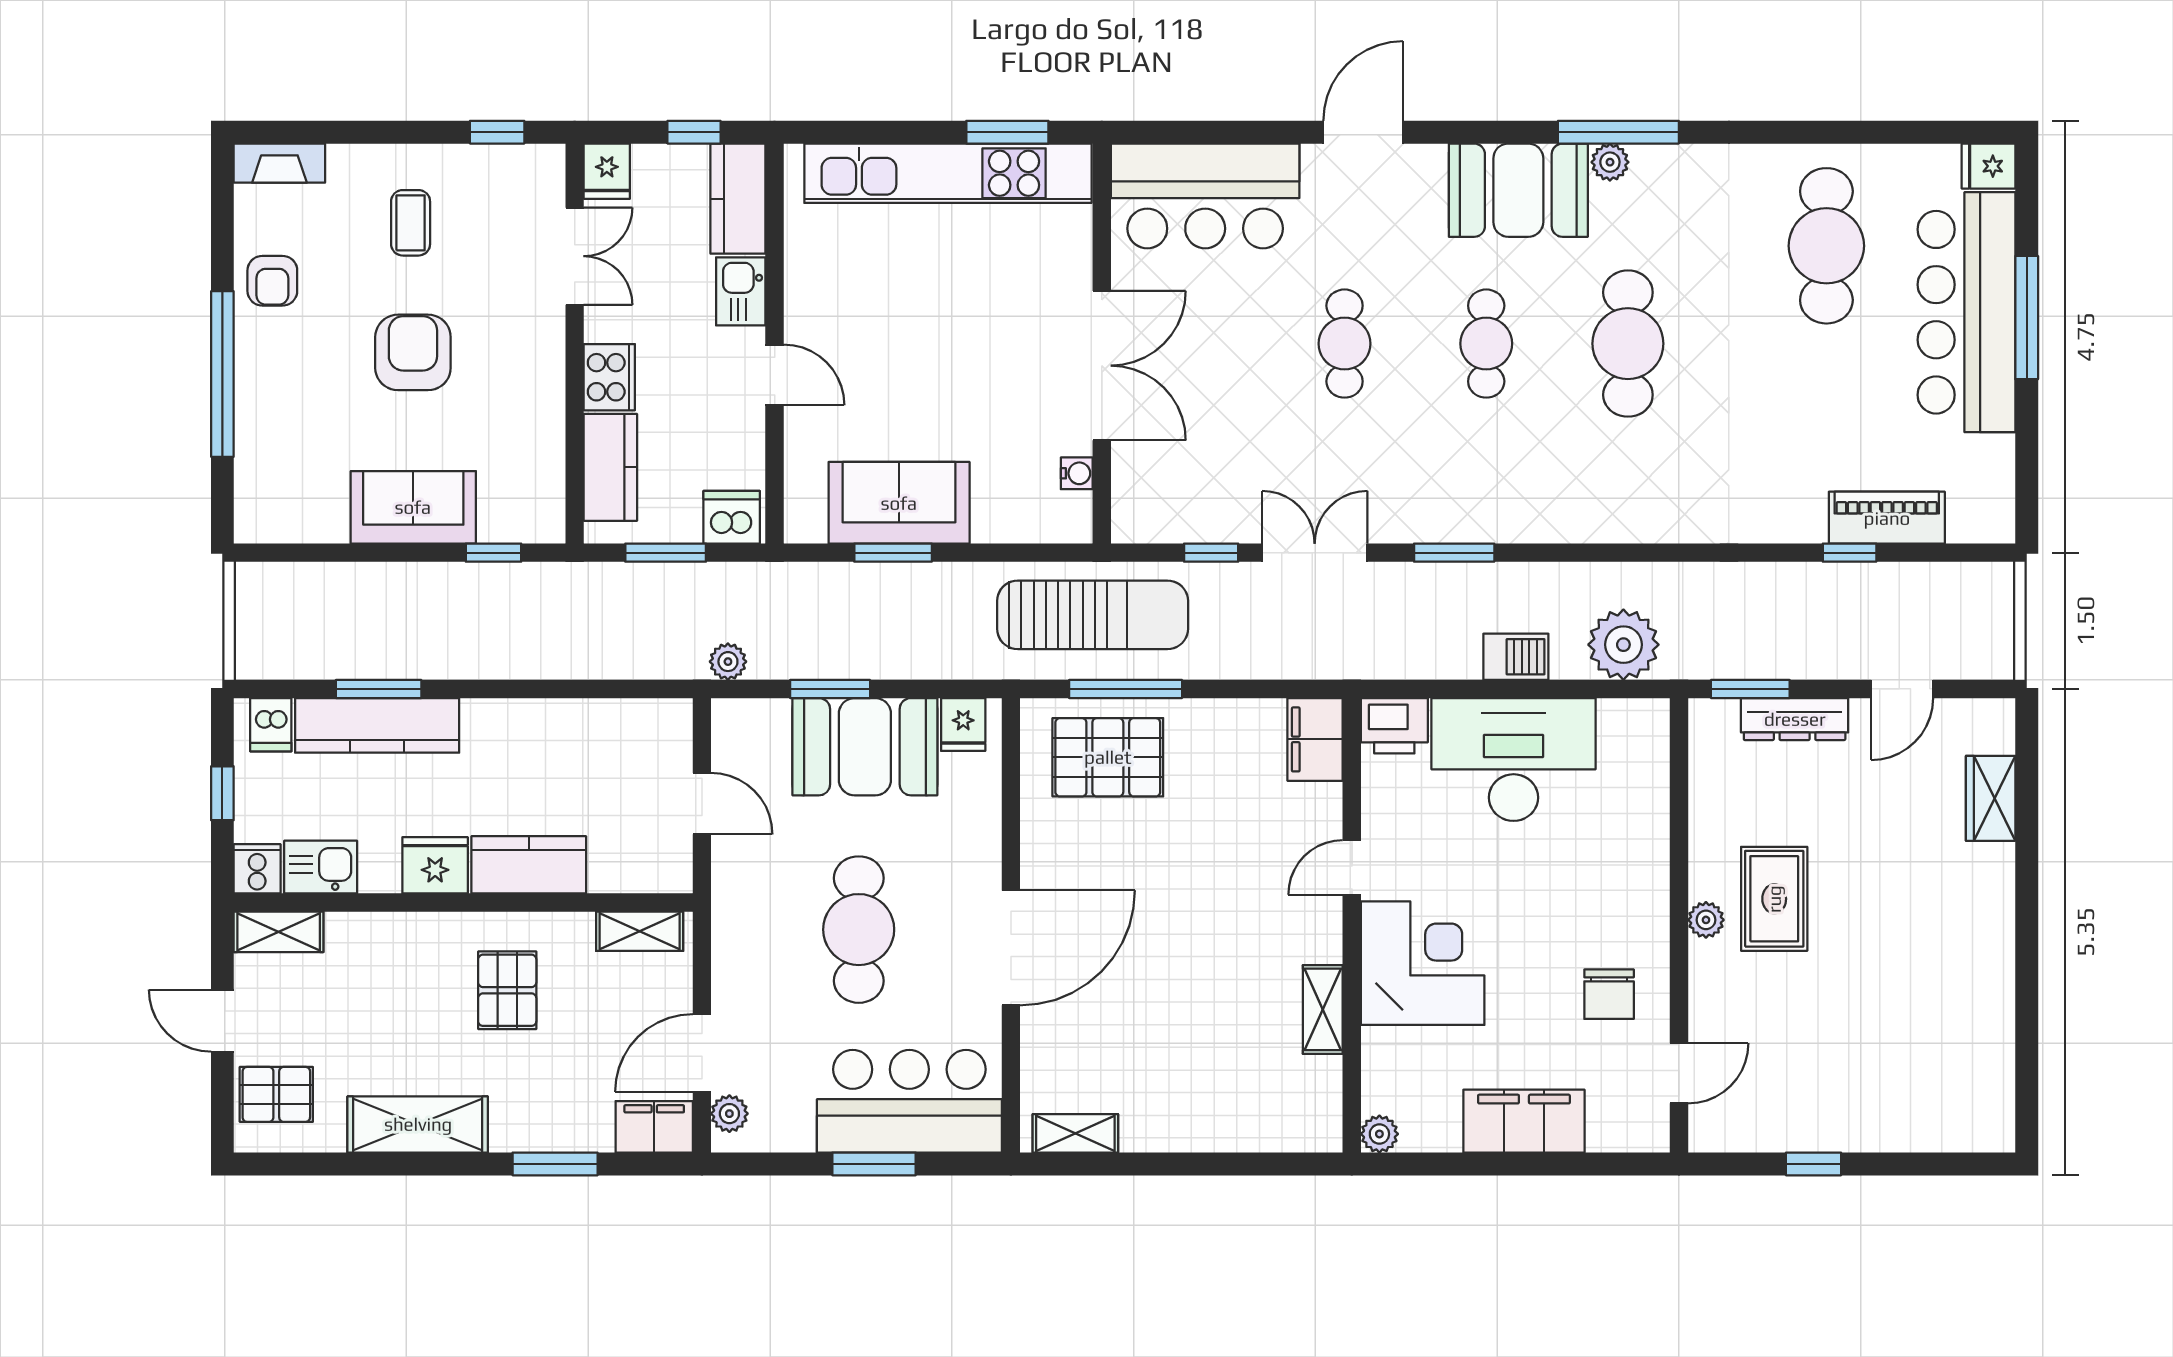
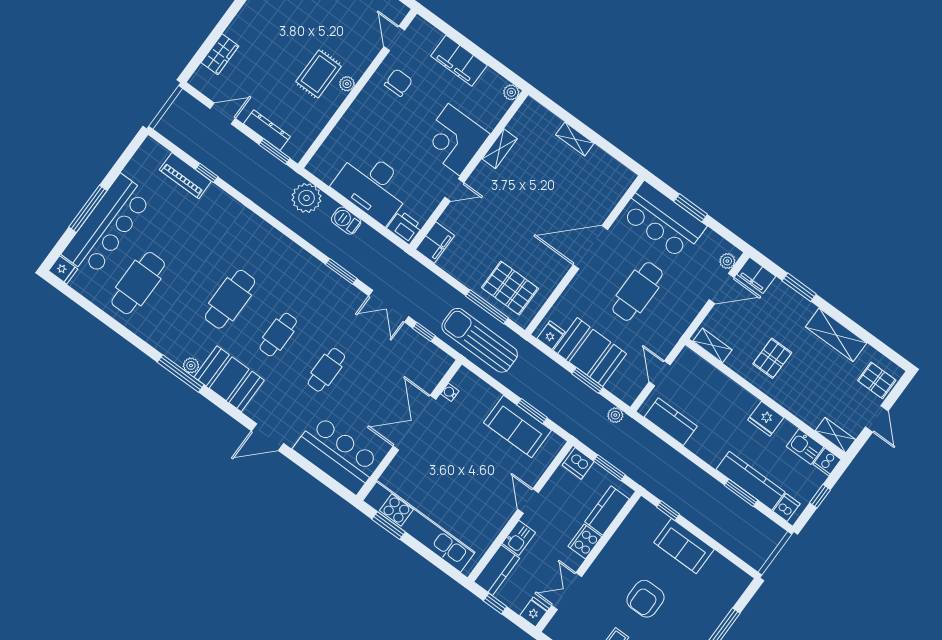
kitchen counter: (529, 865) -> (671, 422), moved, turned 180
door: (1679, 1073) -> (394, 38), hinge flipped
shelving: (1075, 1133) -> (575, 139), moved

